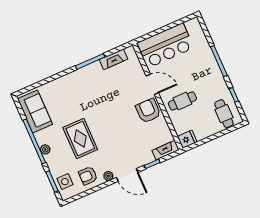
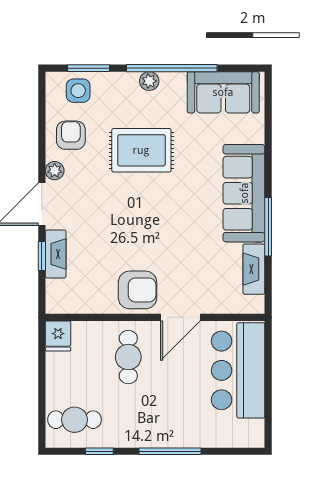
sofa: (79, 80) -> (244, 193), added
fireplace: (166, 150) -> (56, 254), moved

